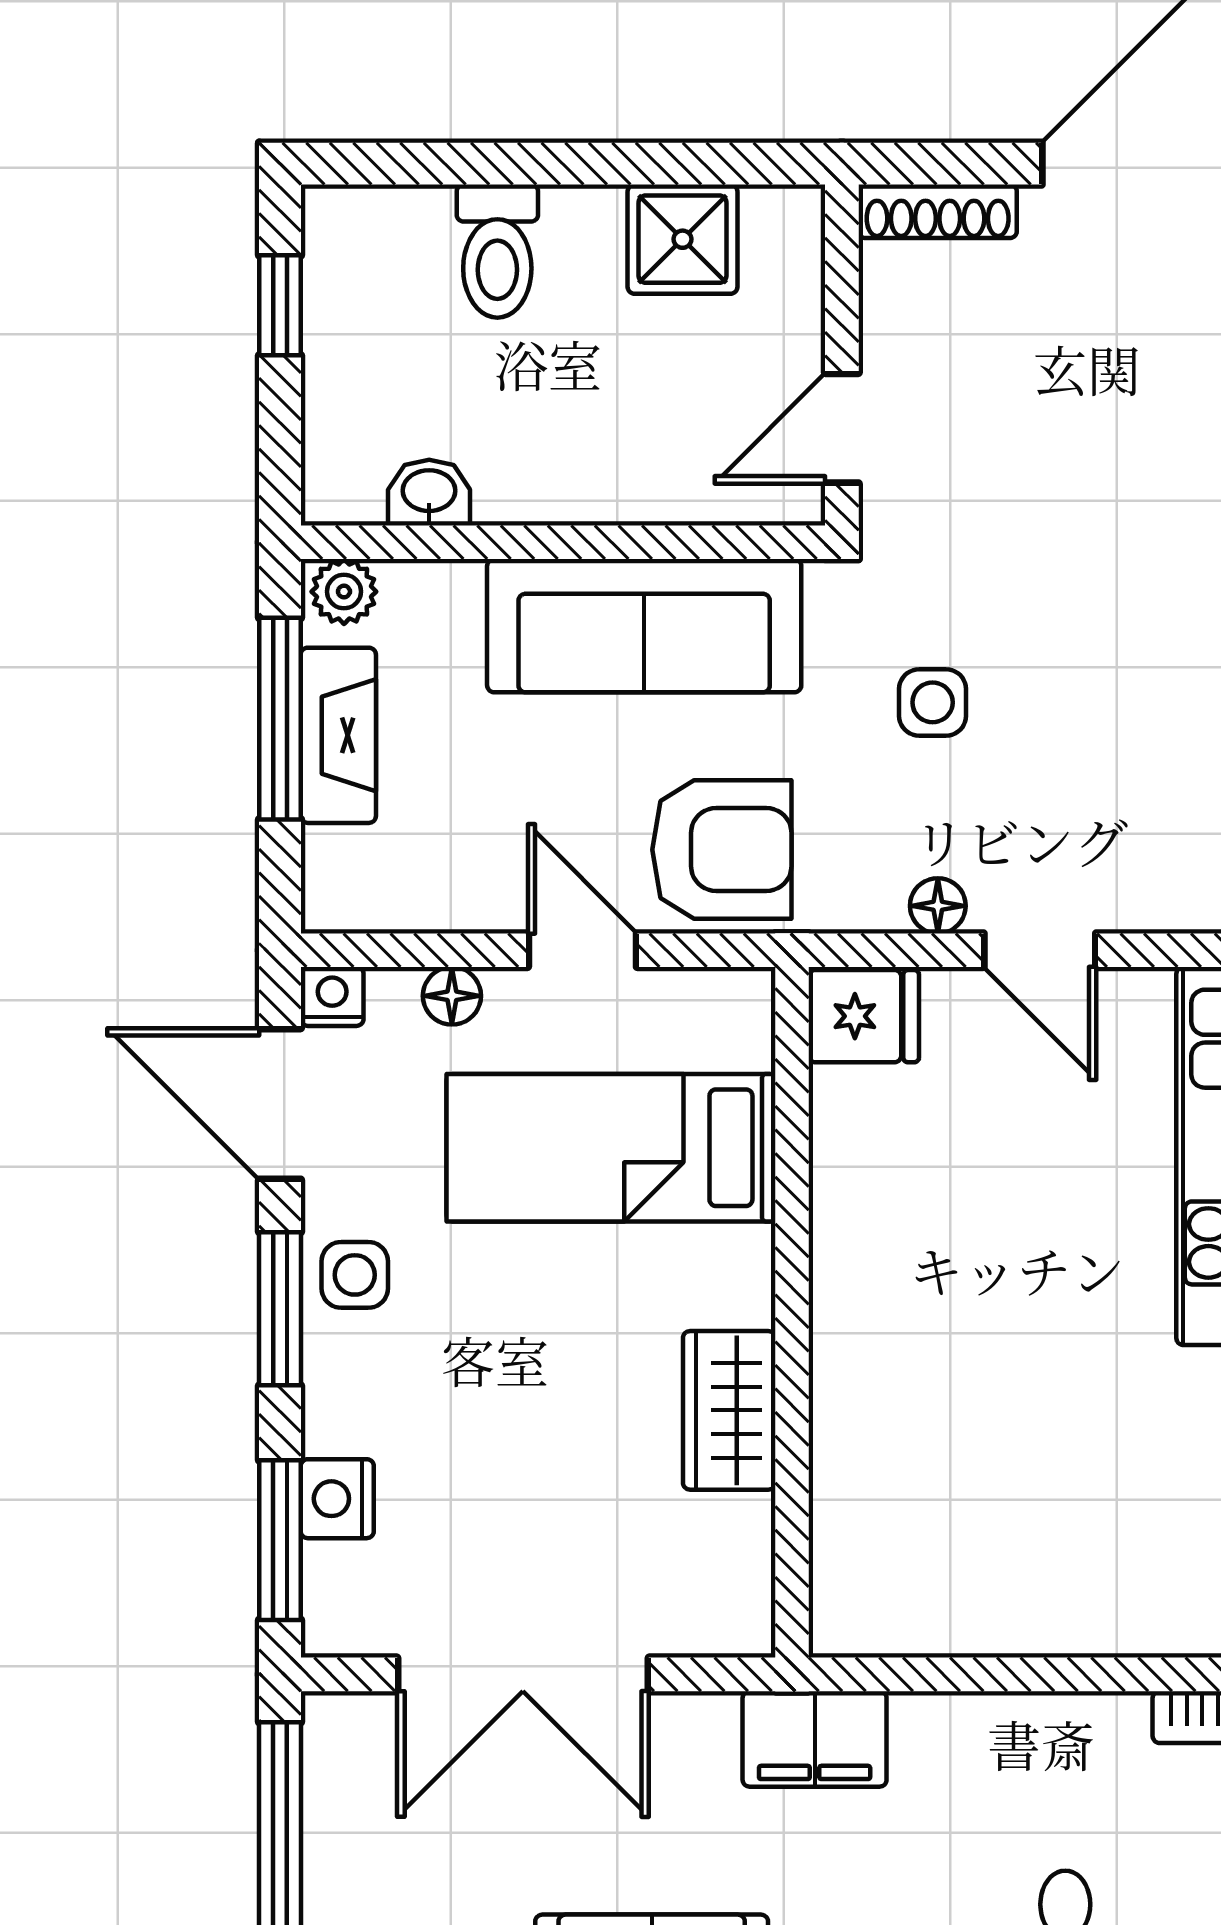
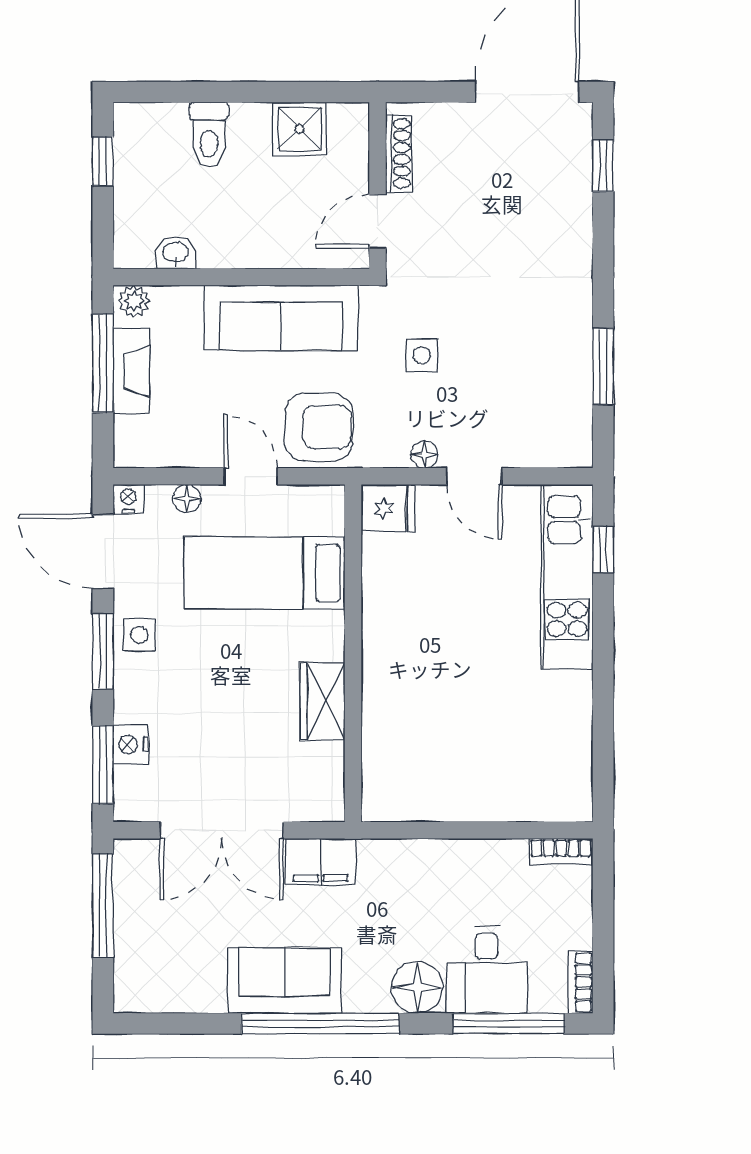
shoe rack: (938, 211) -> (399, 153), moved, turned -90
filing cabinet: (815, 1739) -> (321, 862), moved

